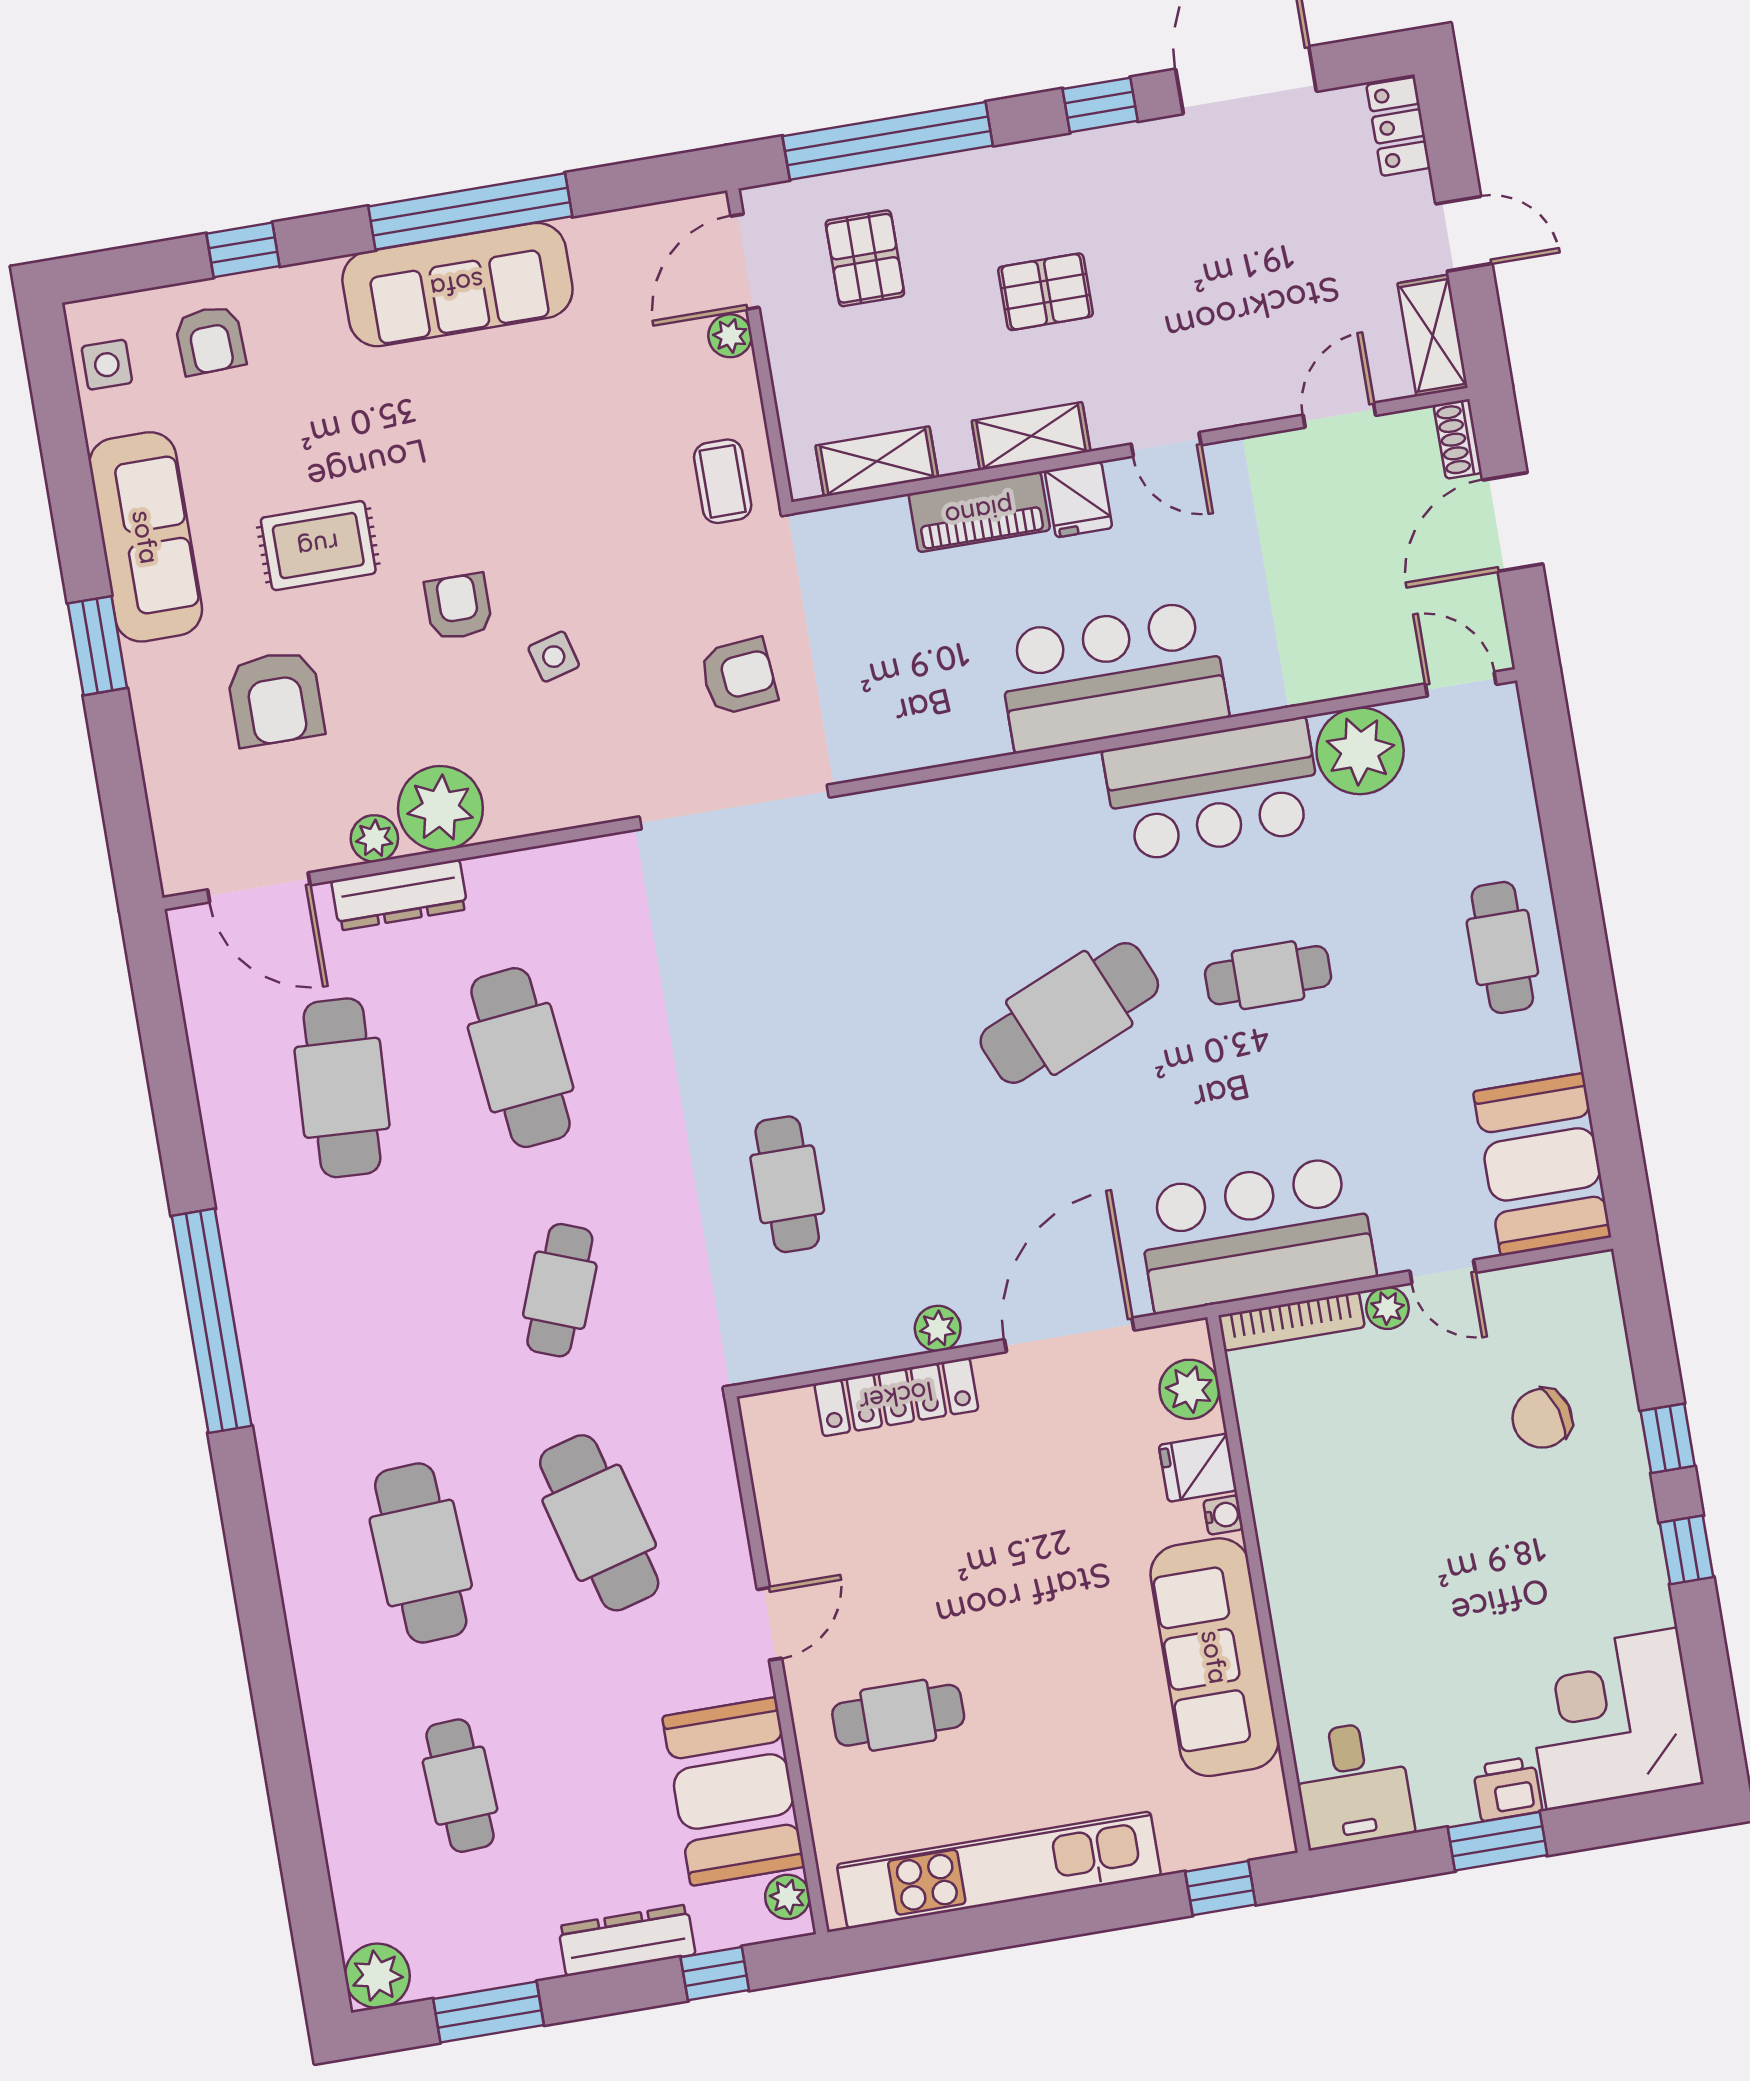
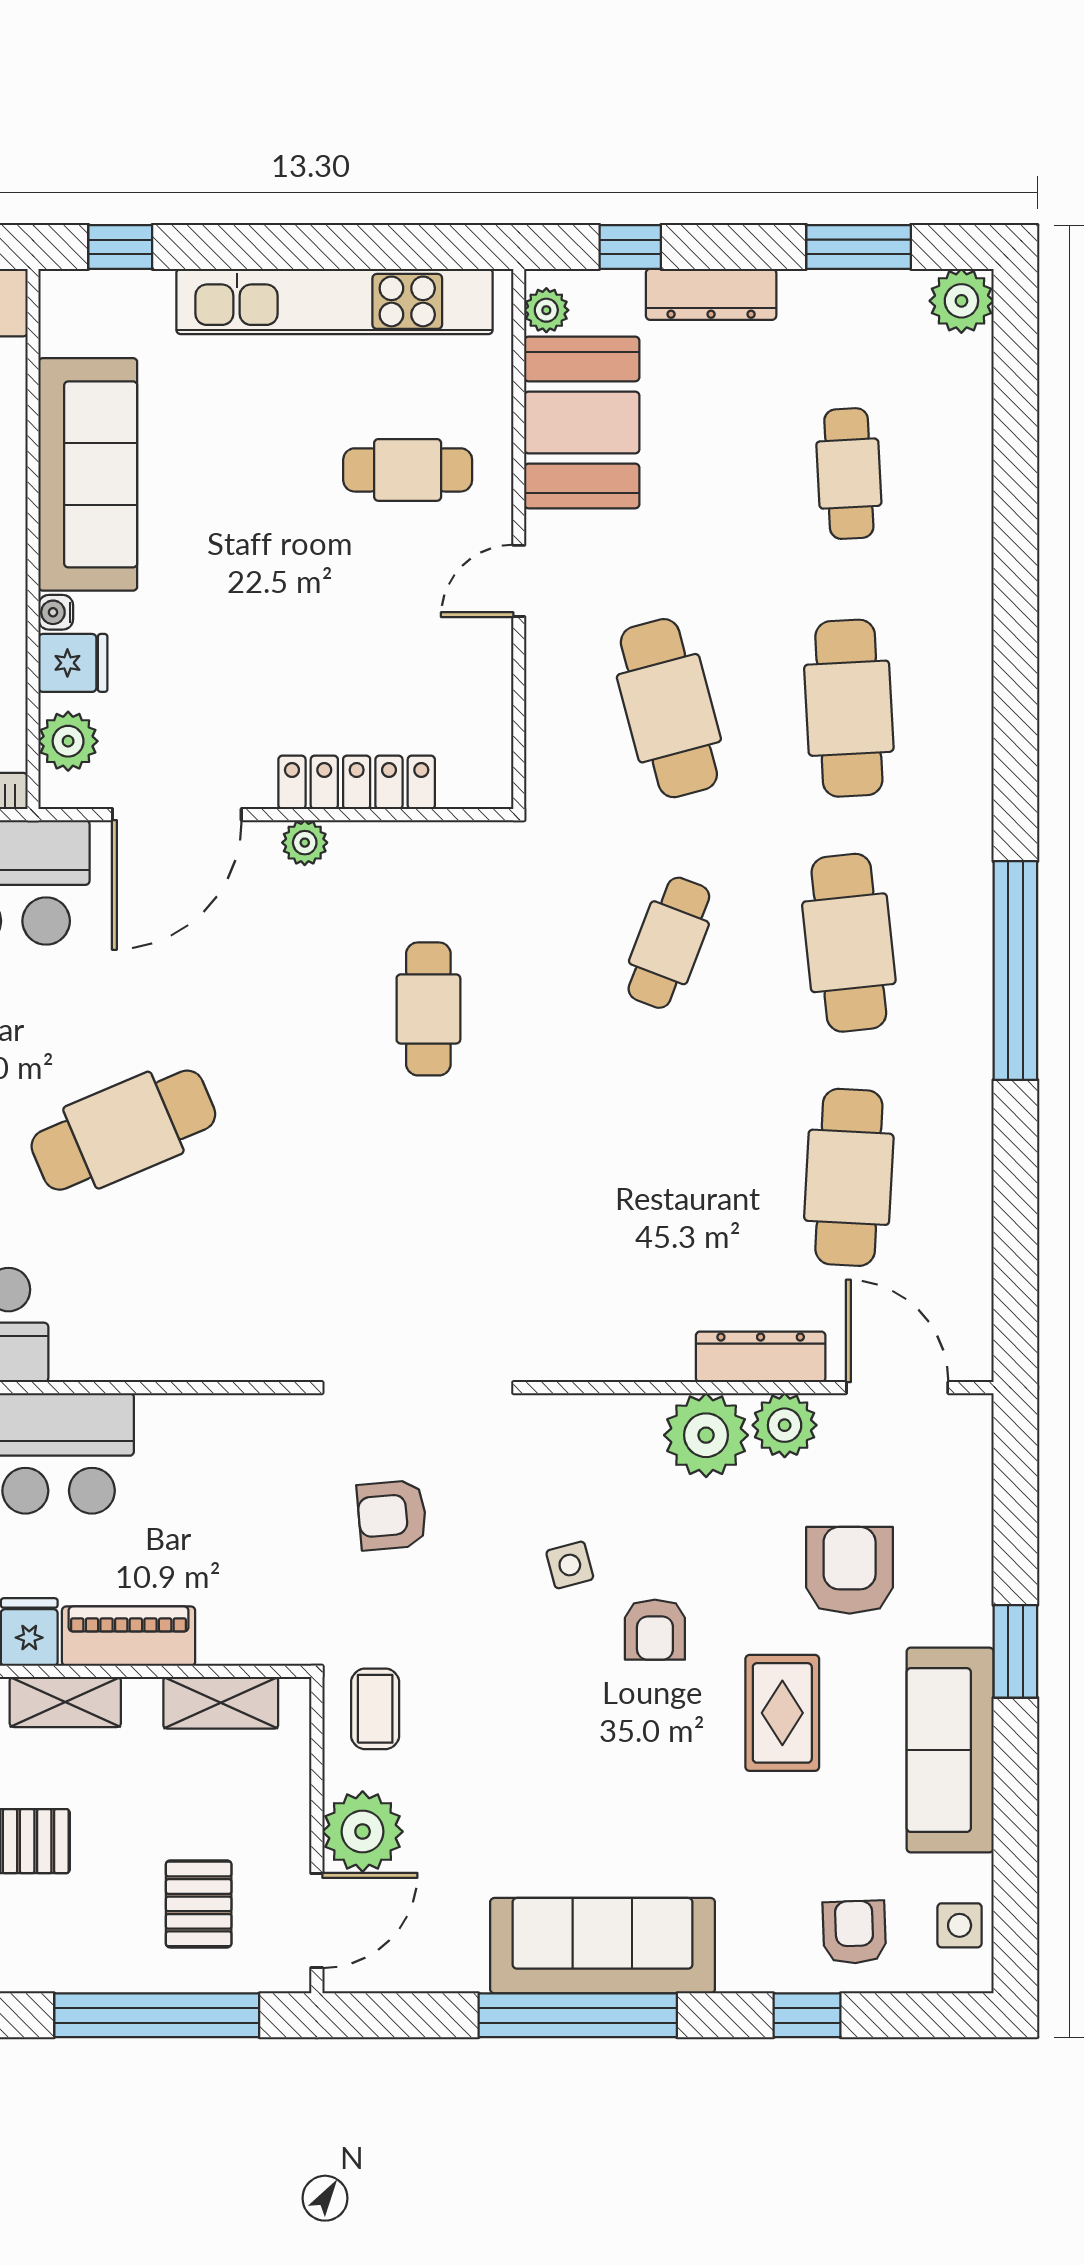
plant: (730, 336) -> (363, 1832), width x1.88, depth x1.88
rug: (318, 546) -> (782, 1713), turned 90
plant: (374, 838) -> (785, 1425), width x1.38, depth x1.38
cafe table: (520, 1058) -> (849, 943), moved

